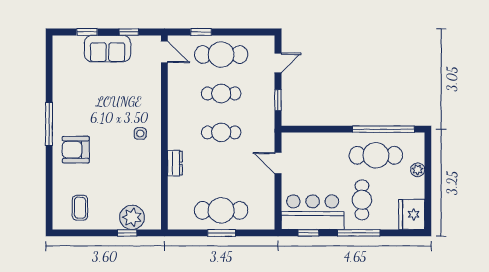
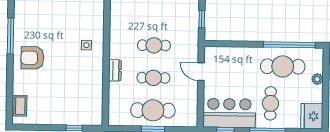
cafe table: (221, 93) -> (153, 78), moved
coffee table: (80, 208) -> (20, 106), moved
plant: (132, 217) -> (78, 115), removed

